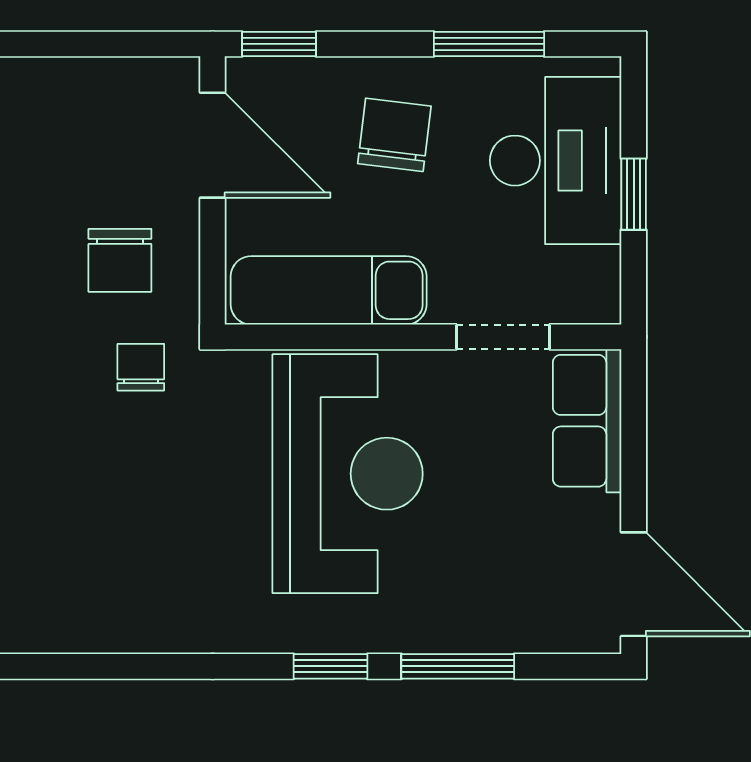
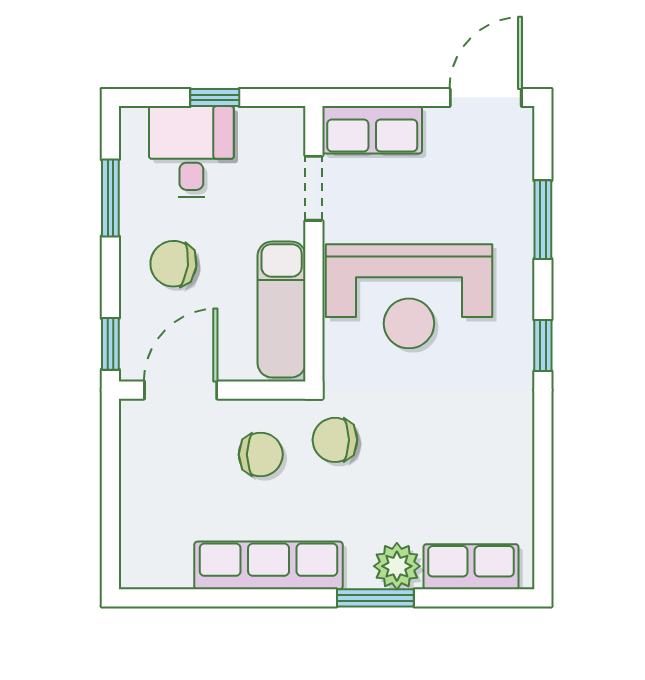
desk: (556, 161) -> (191, 152), width x0.73
chair: (141, 367) -> (335, 440), width x1.37, depth x1.37
reception desk: (348, 474) -> (409, 296), turned 180
window: (331, 666) -> (543, 345), moved

